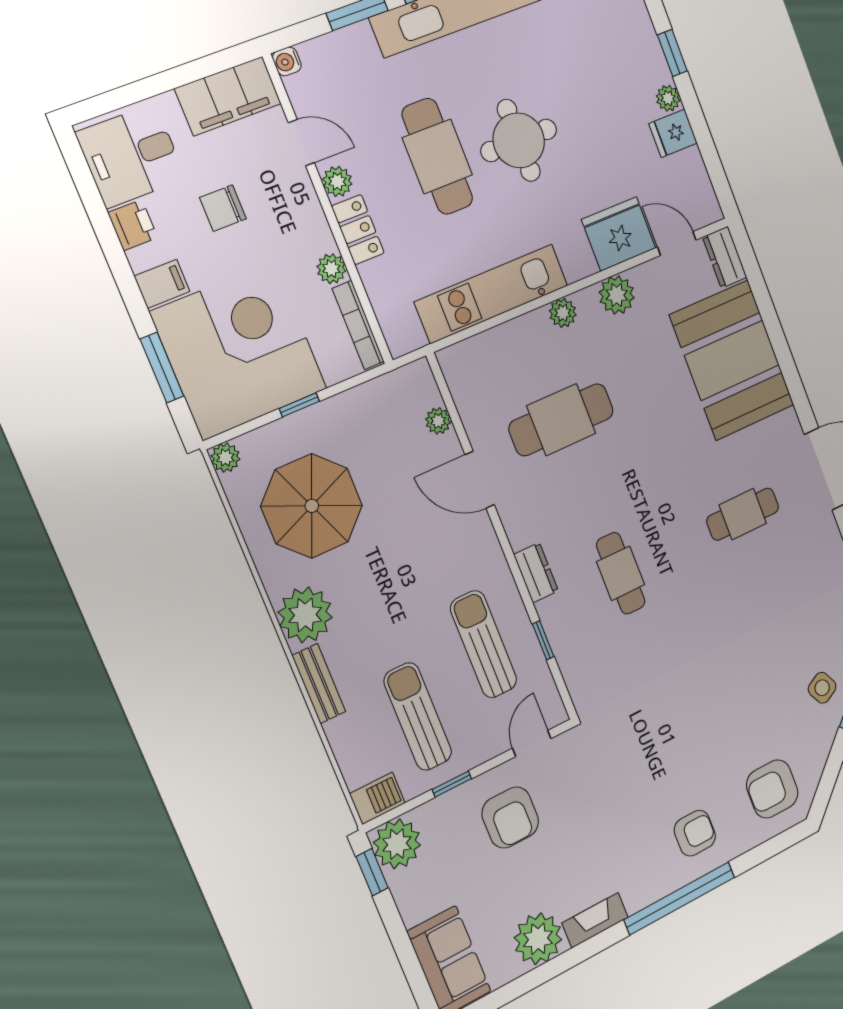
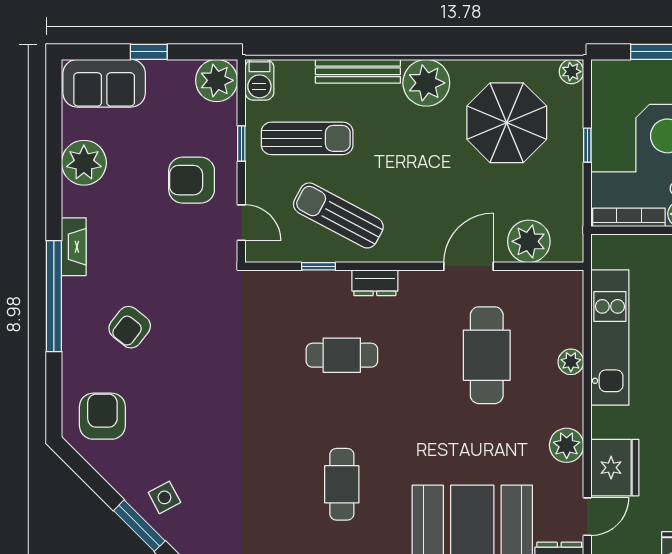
plant: (563, 313) -> (571, 362), moved
plant: (438, 421) -> (529, 241), width x1.87, depth x1.87
sun lounger: (484, 644) -> (338, 215), turned -152
bench: (319, 684) -> (358, 71), width x1.36
armchair: (695, 833) -> (130, 327), moved, turned 38
window: (372, 872) -> (149, 52), moved
fireplace: (595, 920) -> (74, 247), moved

